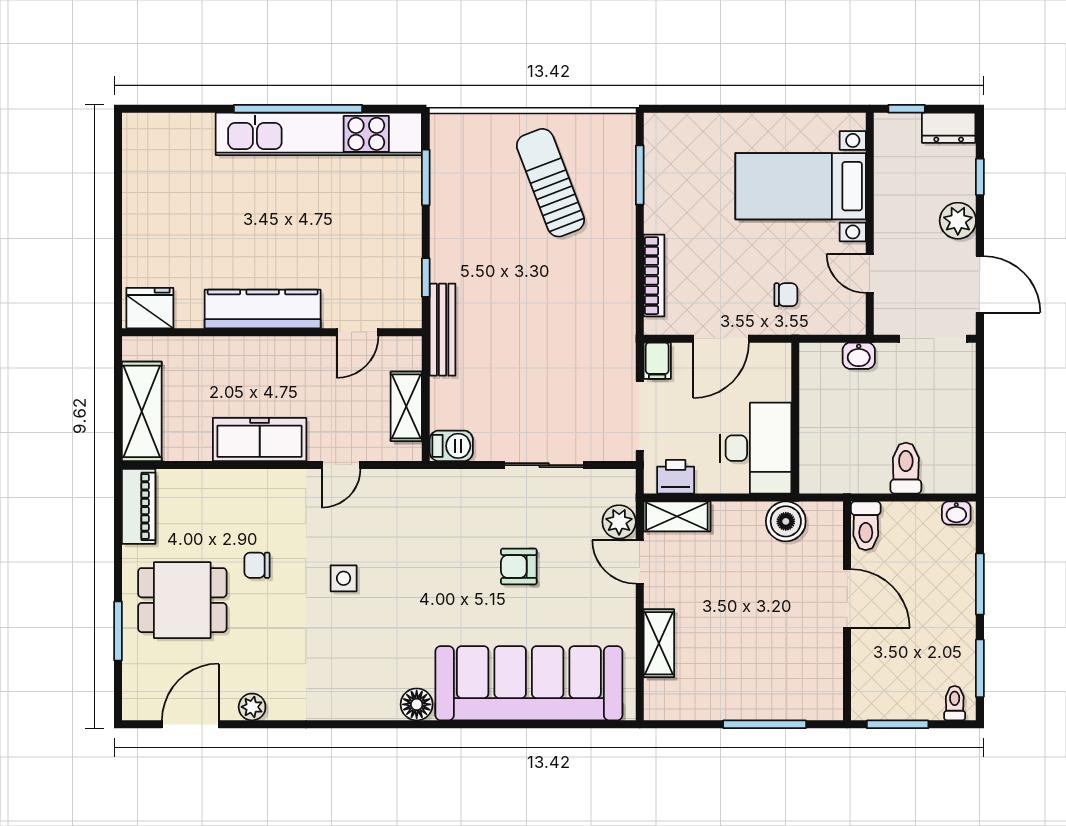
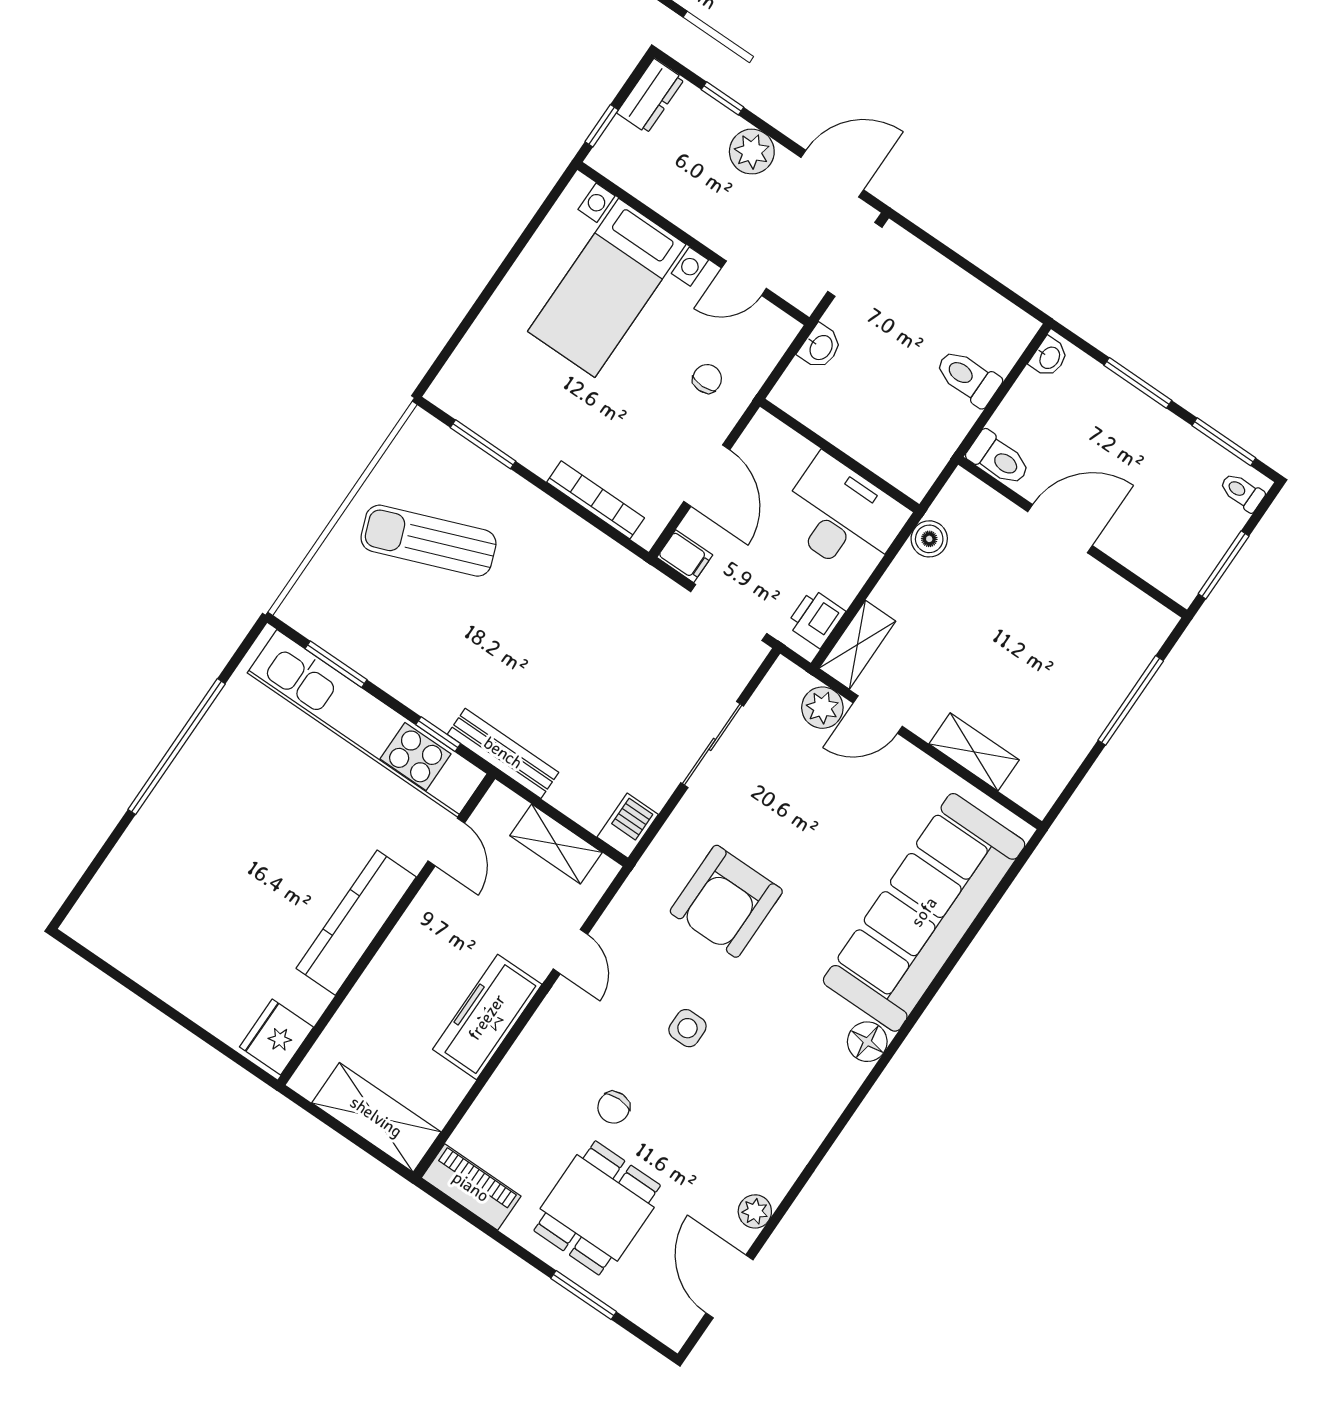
kitchen unit: (319, 134) -> (367, 723), moved, turned 90
boiler: (786, 521) -> (929, 539), width x0.73, depth x0.73
armchair: (519, 566) -> (726, 901), moved, width x1.88, depth x1.88

